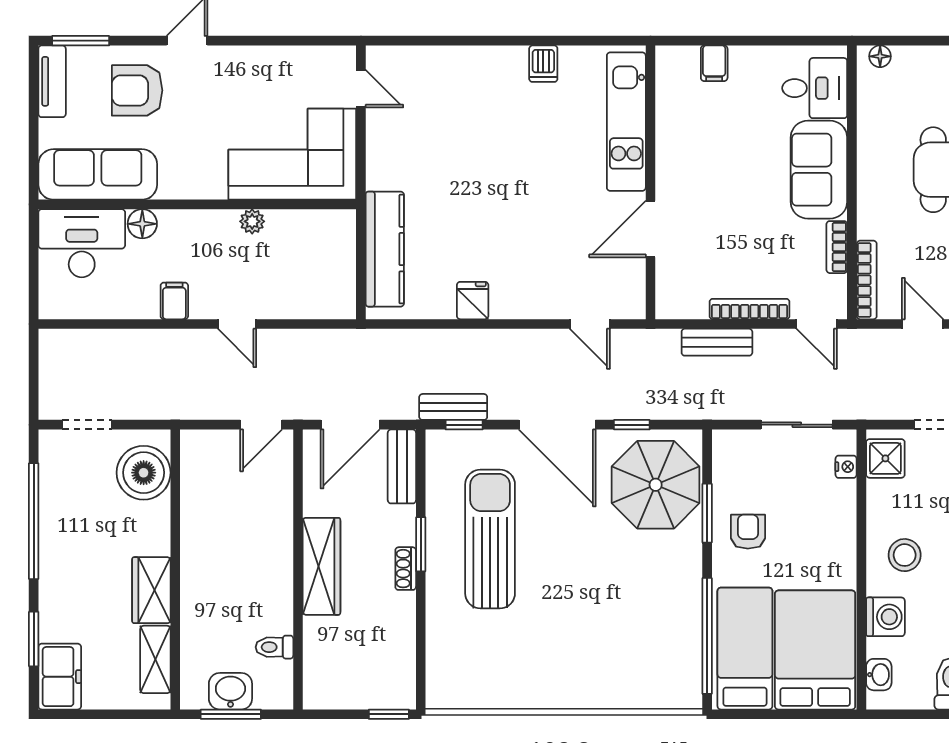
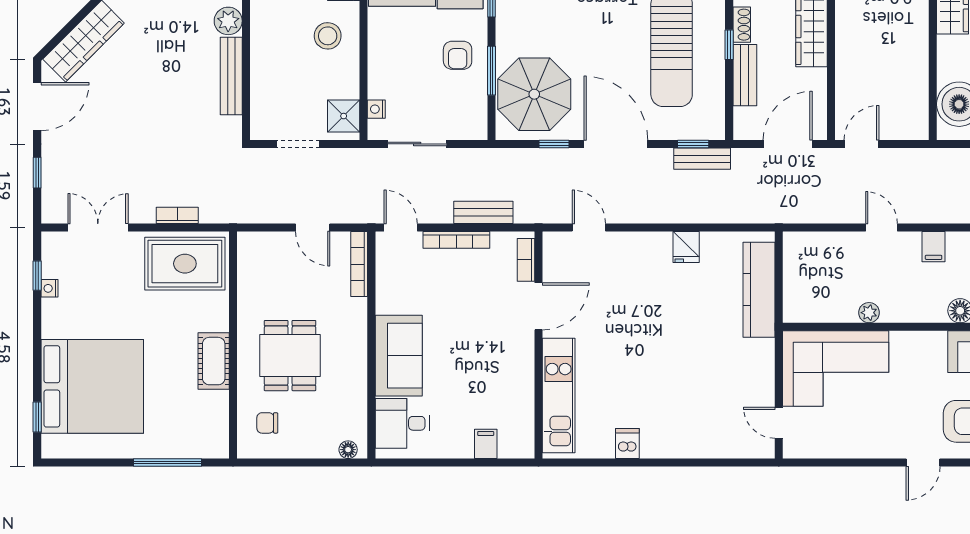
bookcase: (837, 247) -> (526, 260), moved, turned 180
bench: (402, 466) -> (745, 75), moved
window: (421, 544) -> (729, 45), width x0.67

